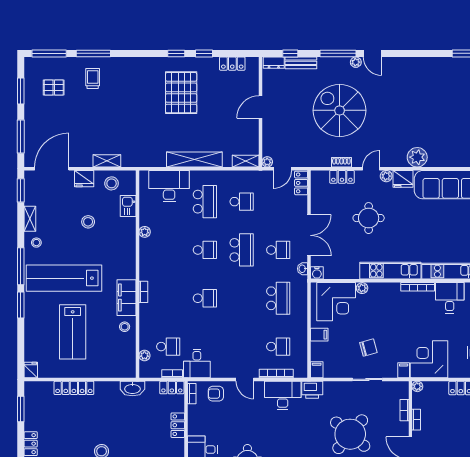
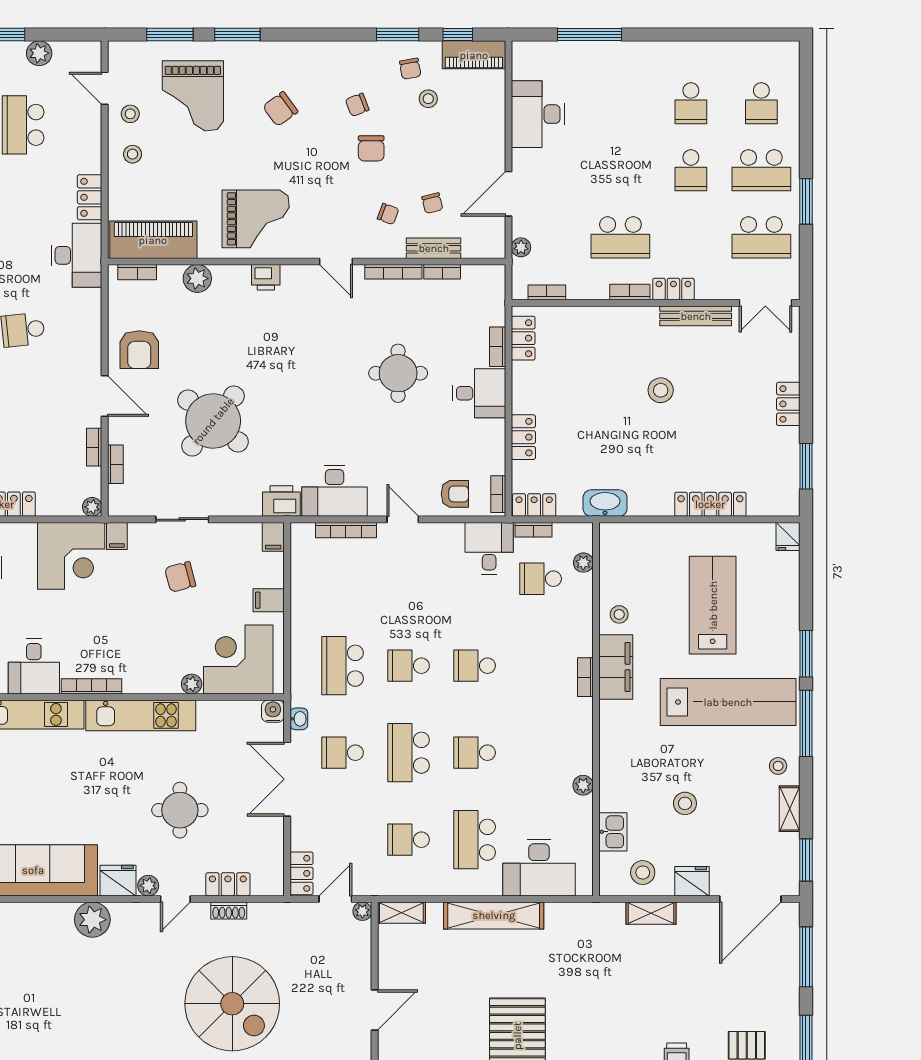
school desk: (278, 347) -> (409, 666), moved

